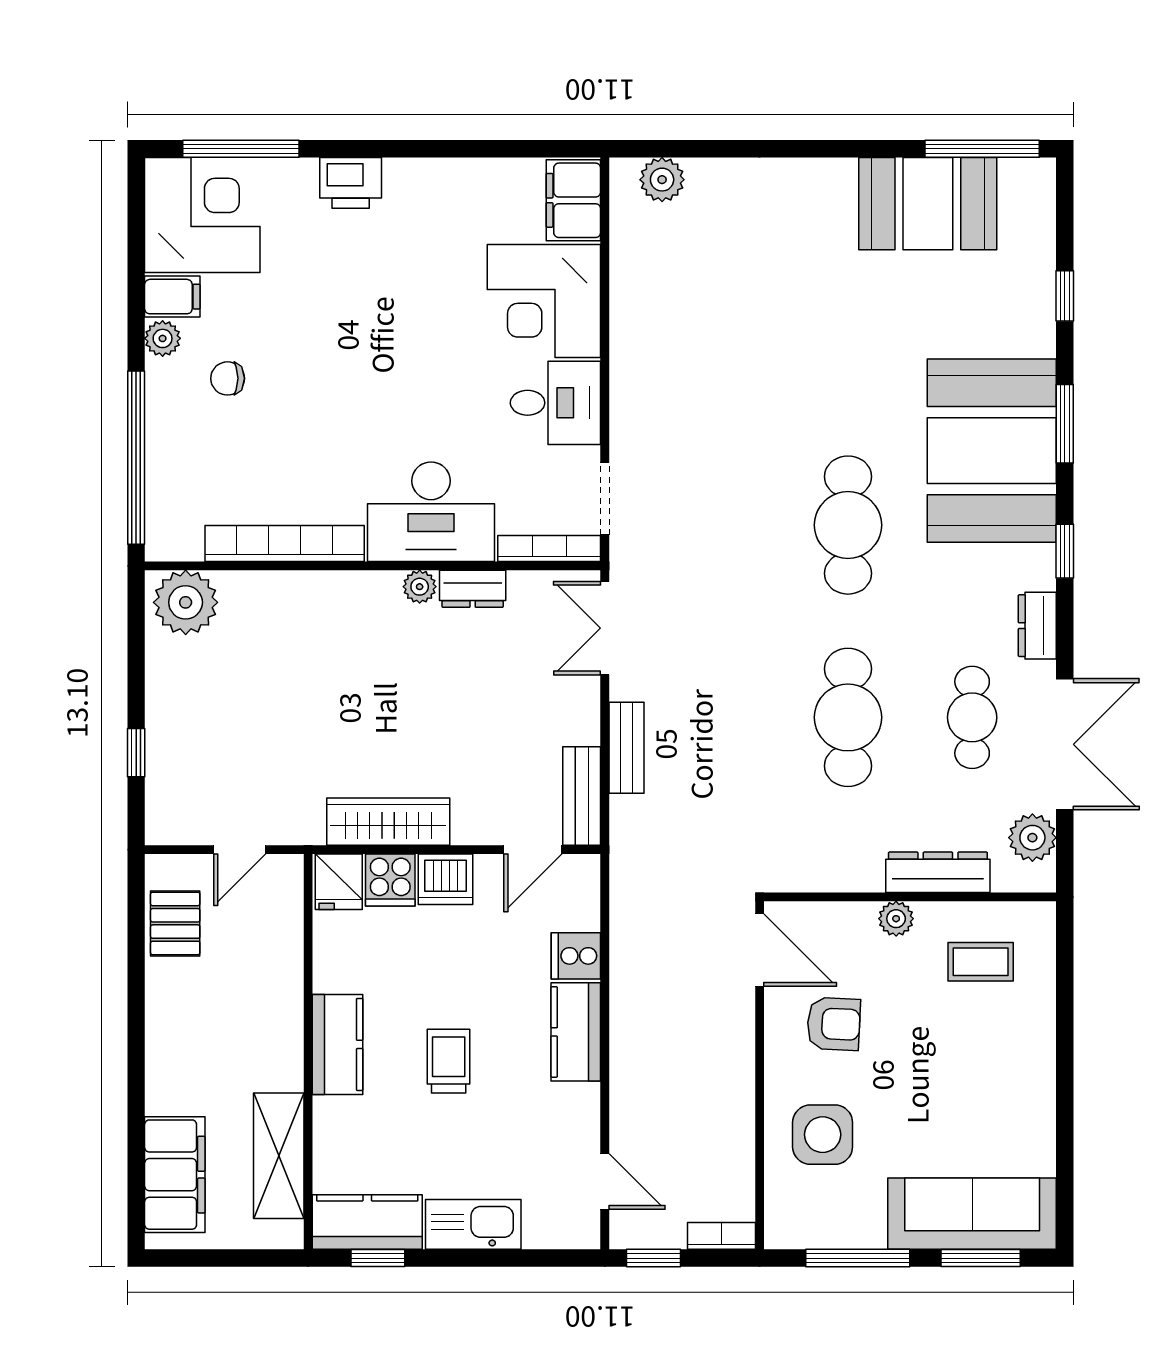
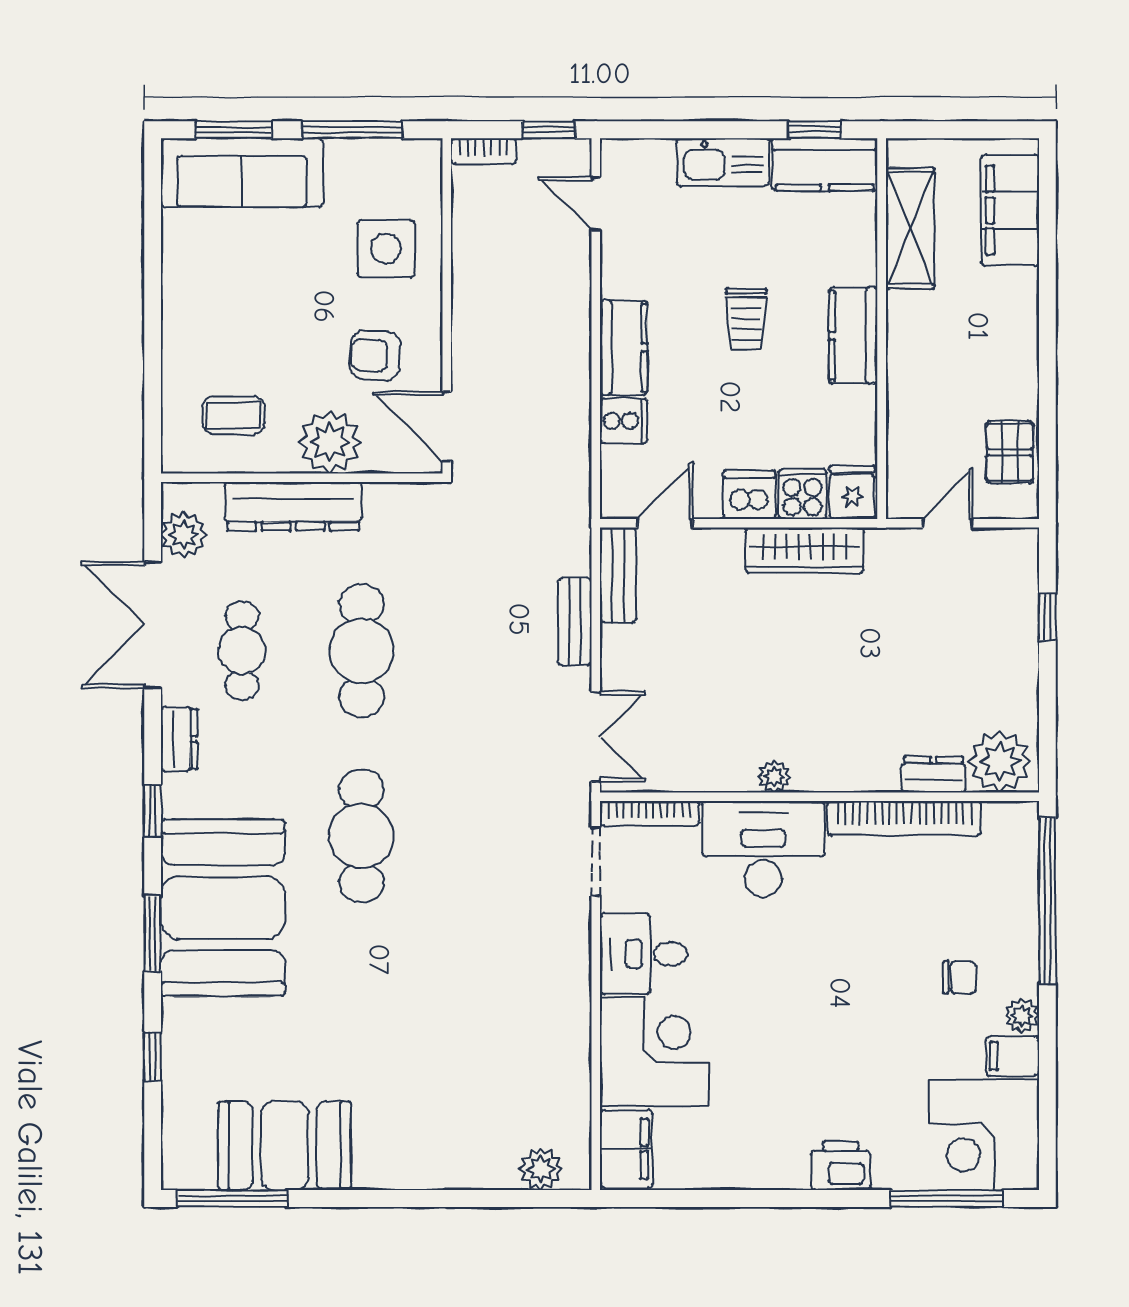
dresser: (473, 589) -> (934, 775), moved
dresser: (938, 872) -> (293, 506), width x1.37, depth x1.24
plant: (896, 919) -> (330, 442), width x1.88, depth x1.88

